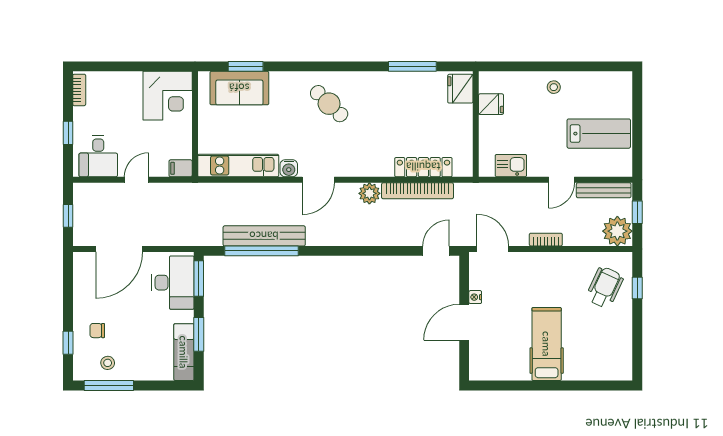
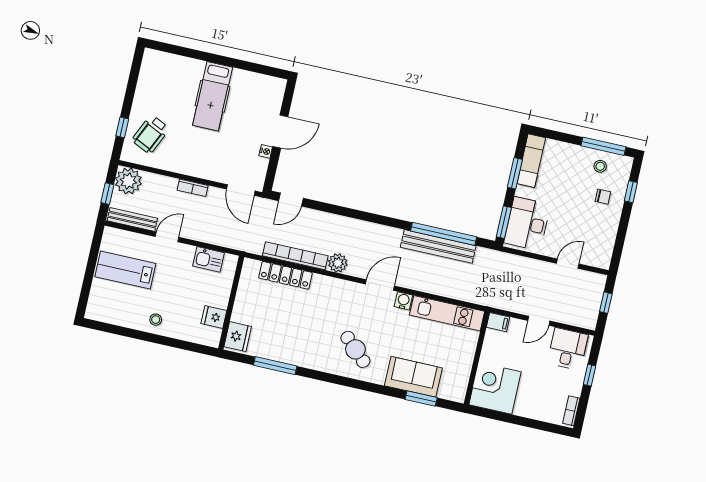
sofa: (239, 88) -> (413, 377), moved
door: (119, 249) -> (568, 264), width x0.53

